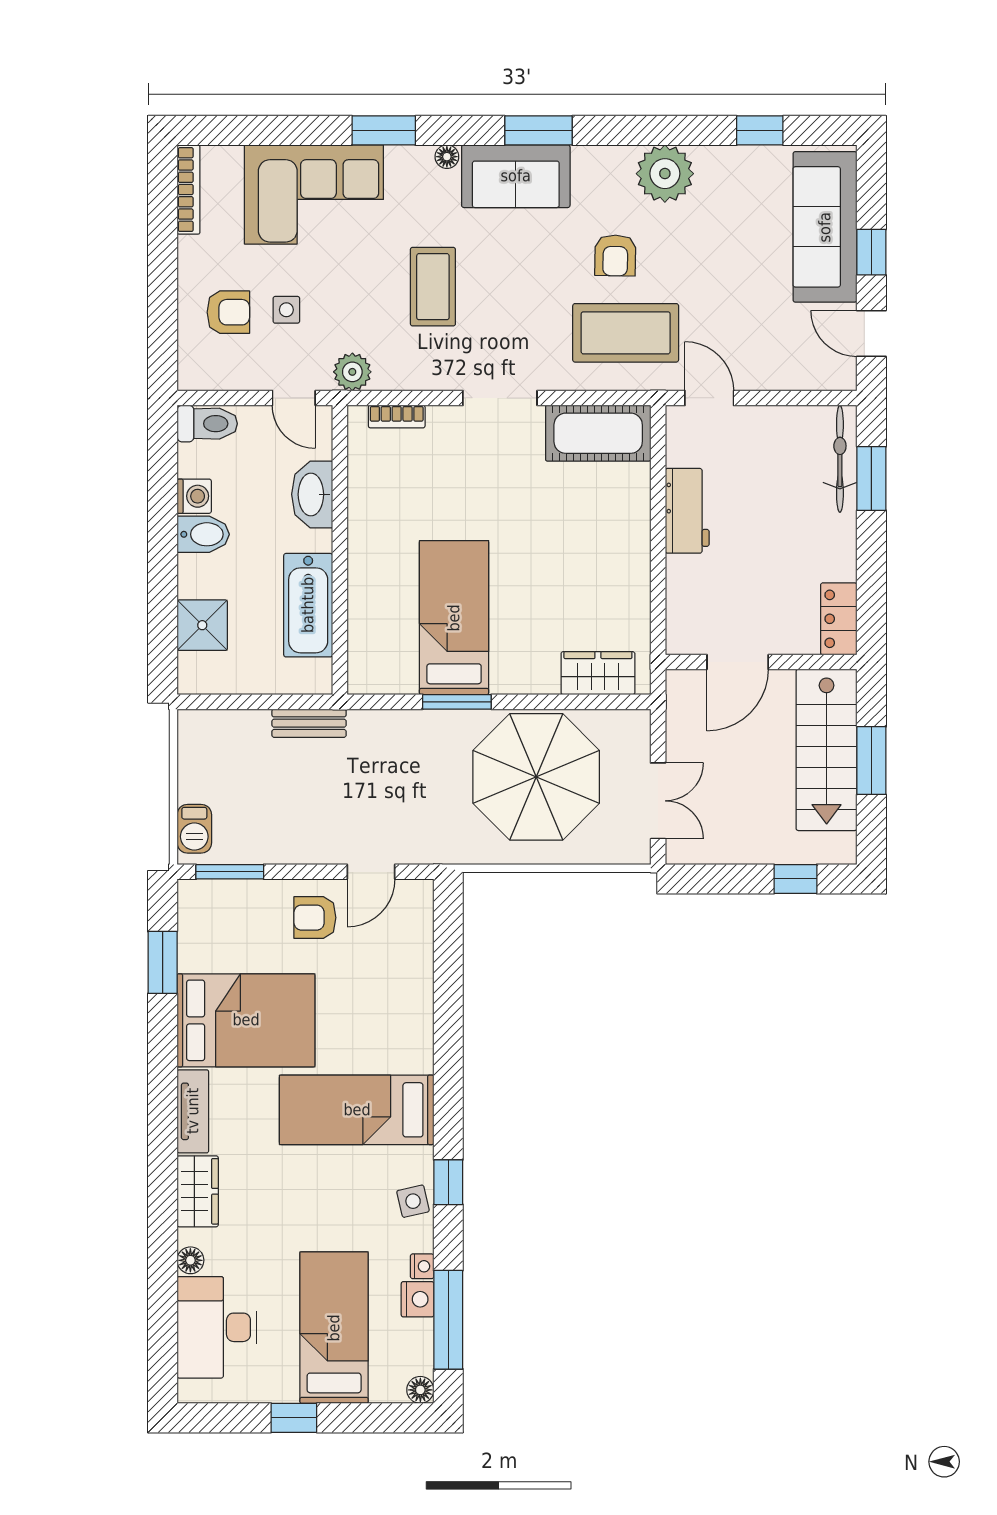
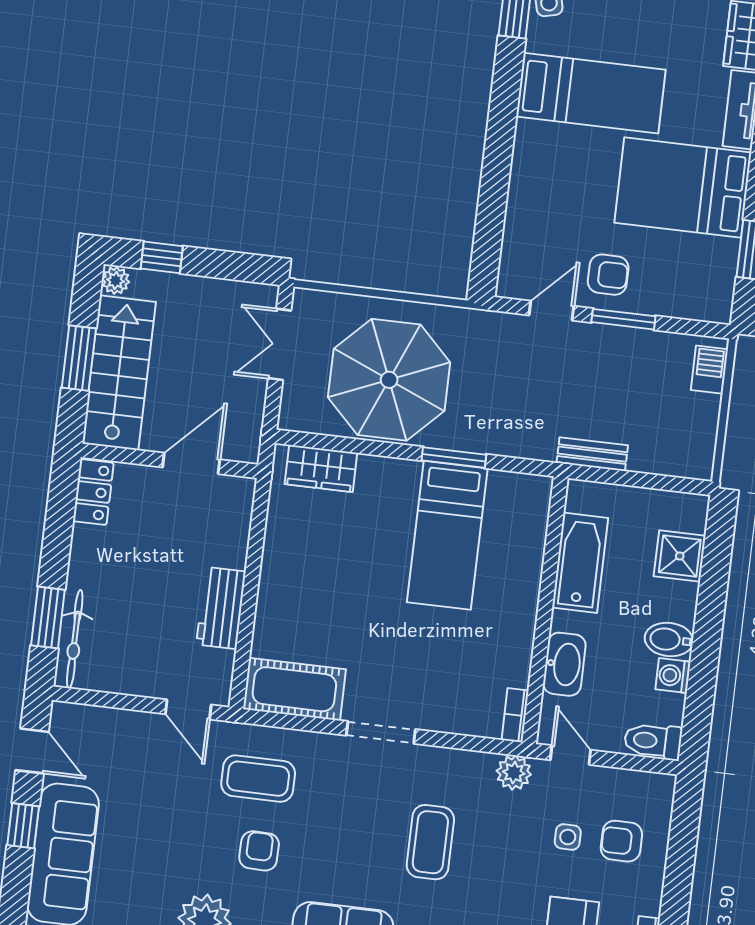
coffee table: (626, 333) -> (258, 779), width x0.73, depth x0.76
bookcase: (397, 417) -> (515, 715), moved, turned -90
plant: (842, 848) -> (116, 280), added
window: (230, 872) -> (623, 319), moved

